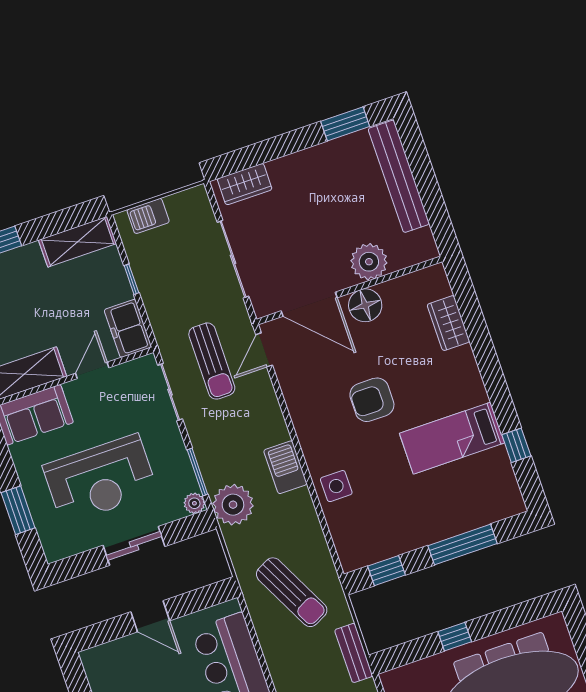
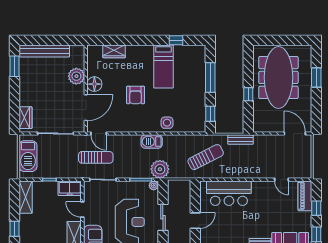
barbecue: (148, 216) -> (28, 156), width x1.88, depth x1.53

